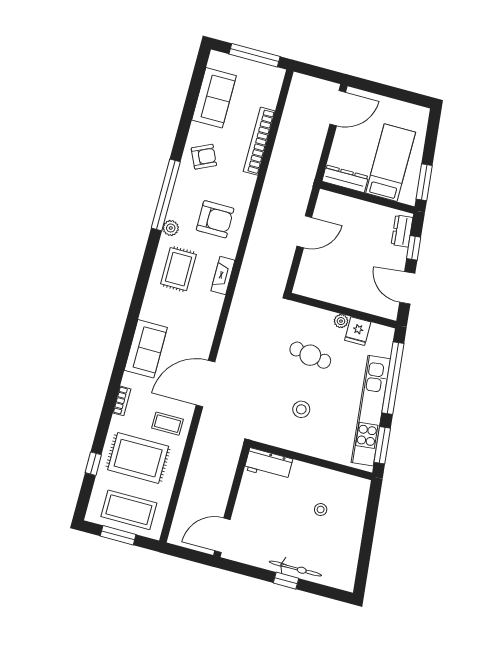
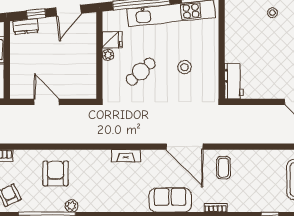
rug: (178, 269) -> (102, 191), removed
fireplace: (223, 275) -> (126, 156), moved
cafe table: (310, 355) -> (141, 72), turned 39
rug: (138, 458) -> (256, 183), removed
stool: (321, 510) -> (272, 13), moved

